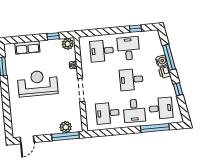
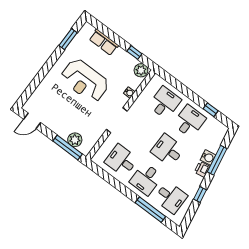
desk: (102, 51) -> (165, 103), turned 90
reception desk: (38, 83) -> (85, 81), turned 180

